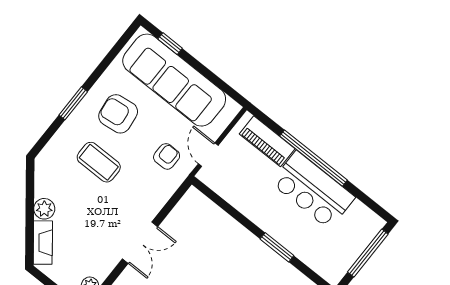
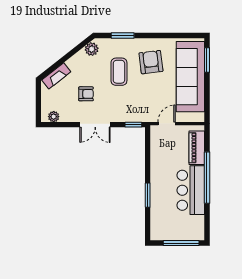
window: (170, 44) -> (207, 60), width x1.50
window: (73, 103) -> (123, 35), moved
armchair: (167, 156) -> (86, 94), moved
window: (177, 196) -> (133, 125), added
plant: (44, 209) -> (92, 49), moved

